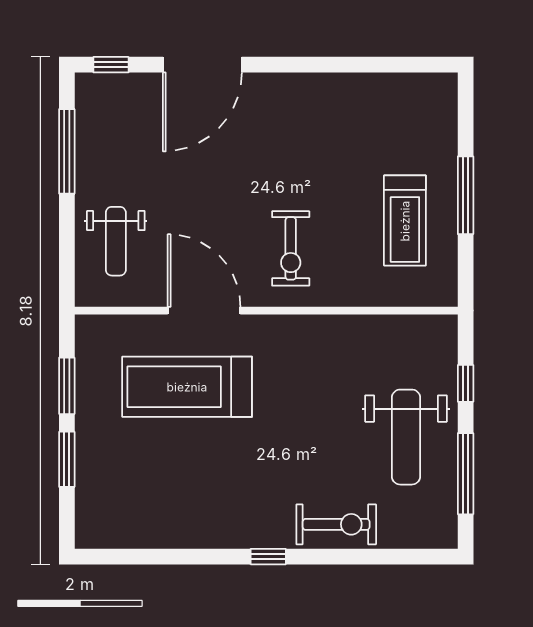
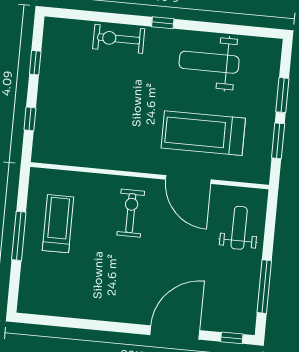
treadmill: (187, 387) -> (203, 133), turned 180
weight bench: (406, 437) -> (209, 62), moved, turned -90
window: (466, 474) -> (35, 63), width x0.46

